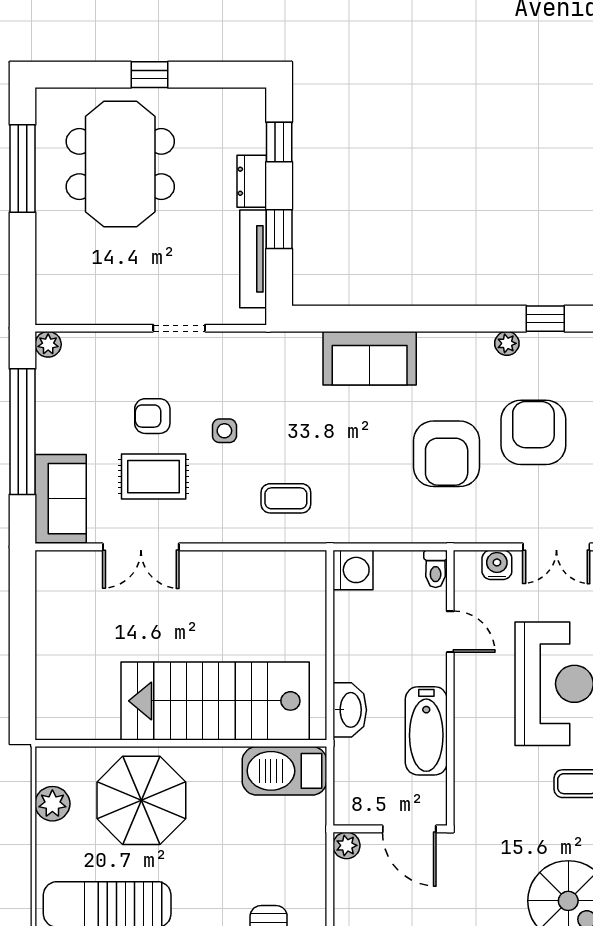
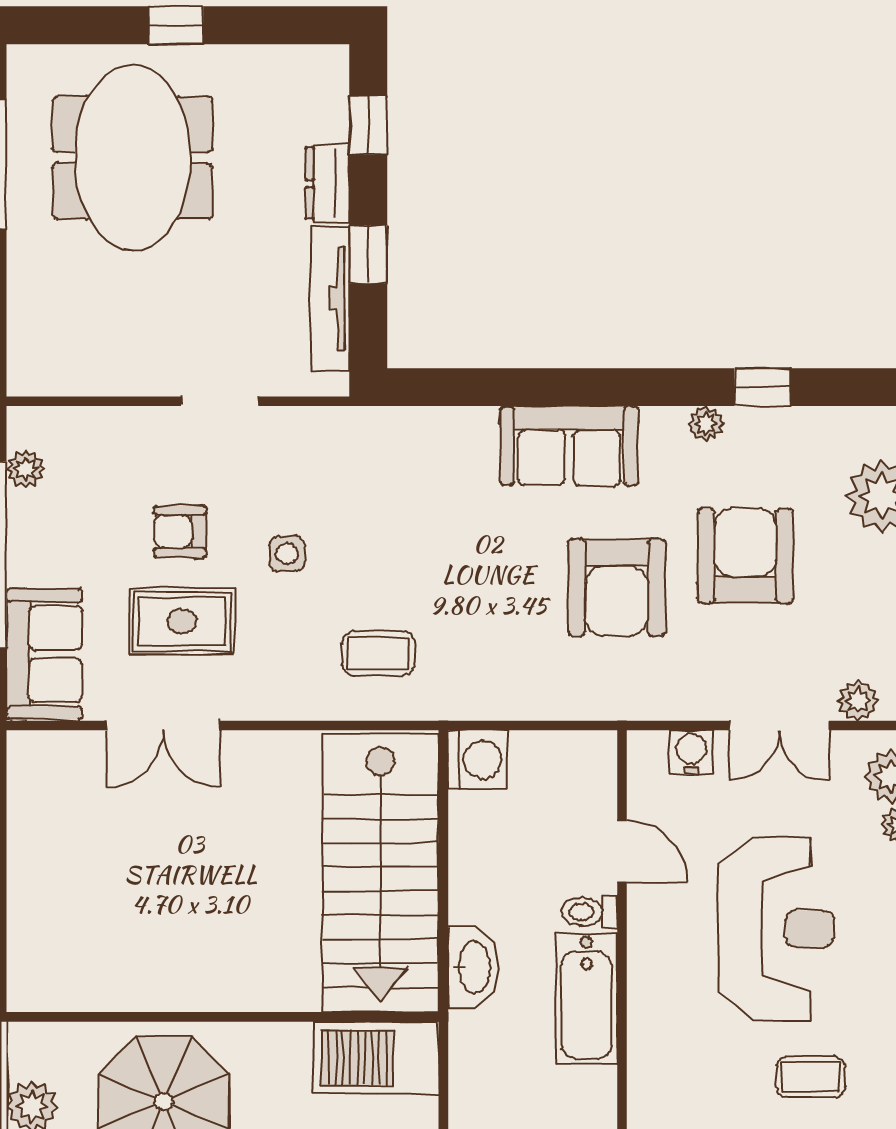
plant: (48, 344) -> (25, 469), moved
sofa: (370, 358) -> (569, 446), moved
toilet: (436, 569) -> (589, 912), moved, turned 90
stairs: (215, 701) -> (381, 873), moved, turned -90

